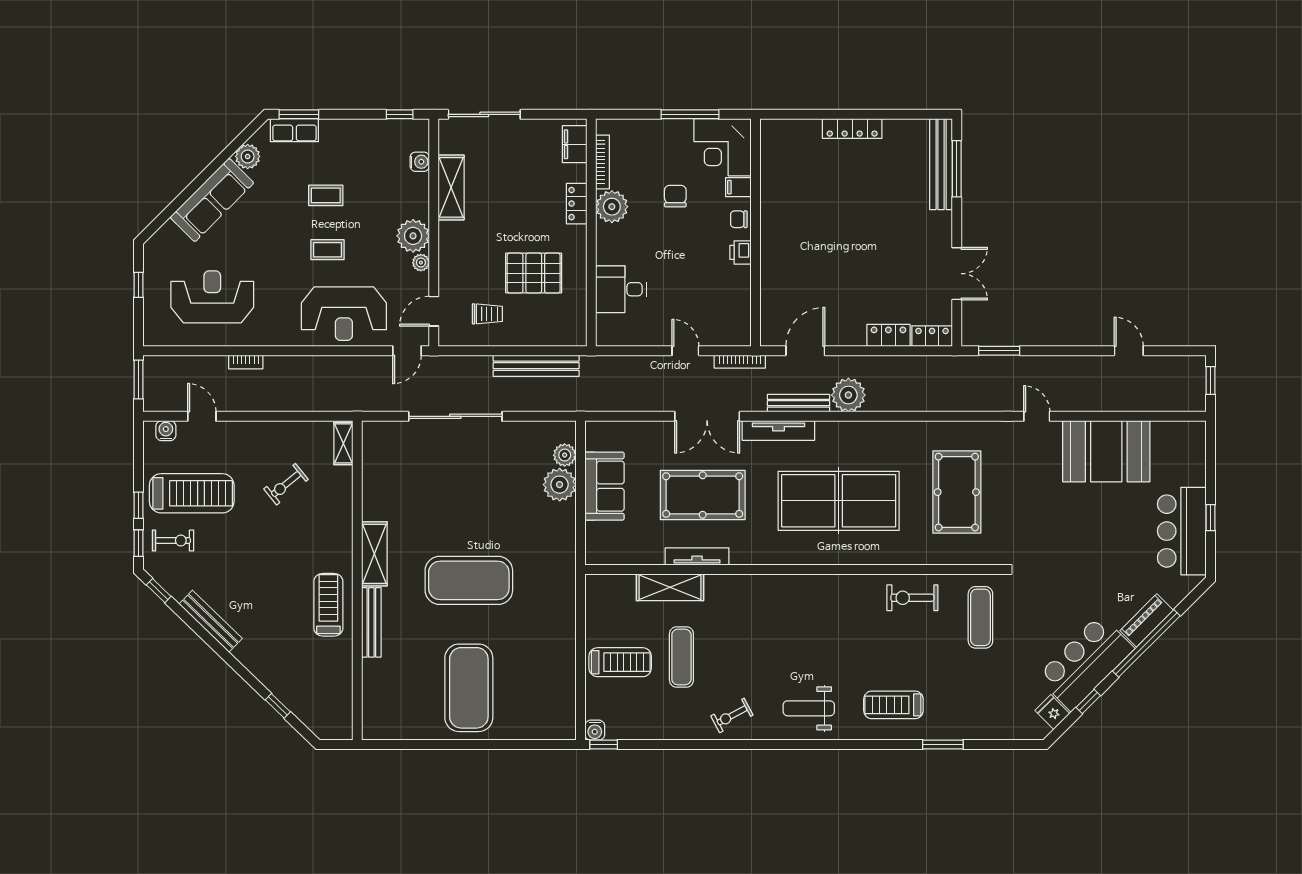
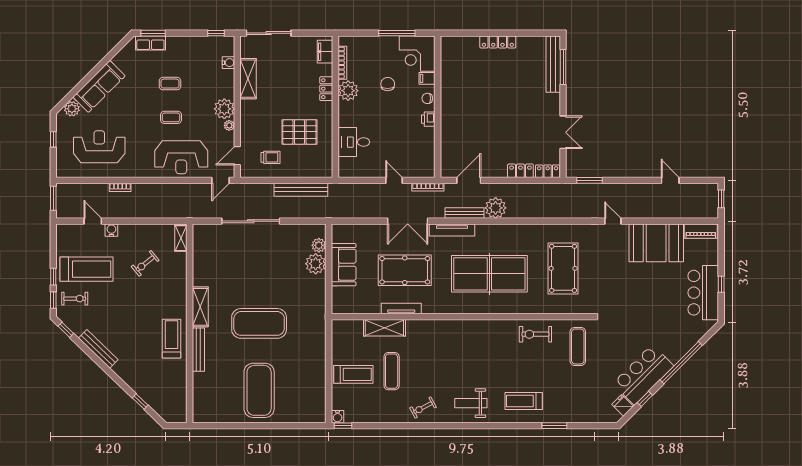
plant: (248, 156) -> (72, 109), moved
water cooler: (166, 431) -> (111, 230), moved
piano: (1147, 620) -> (701, 231), moved, turned -135

